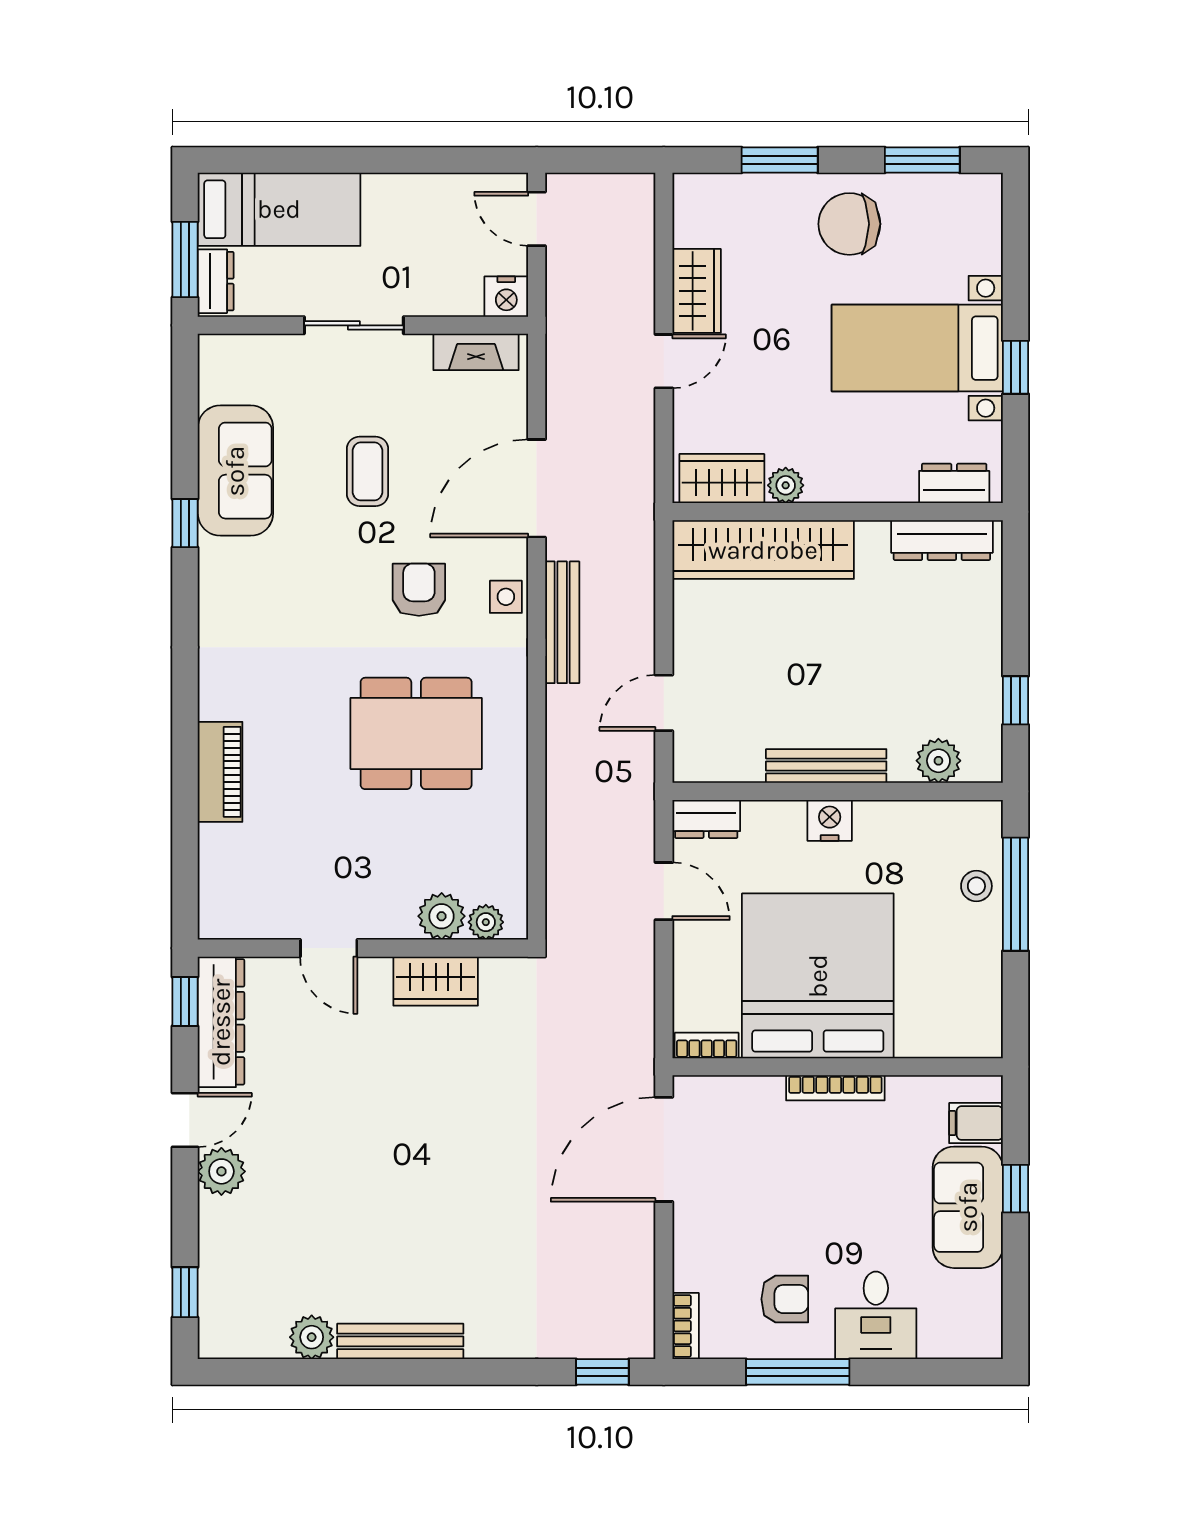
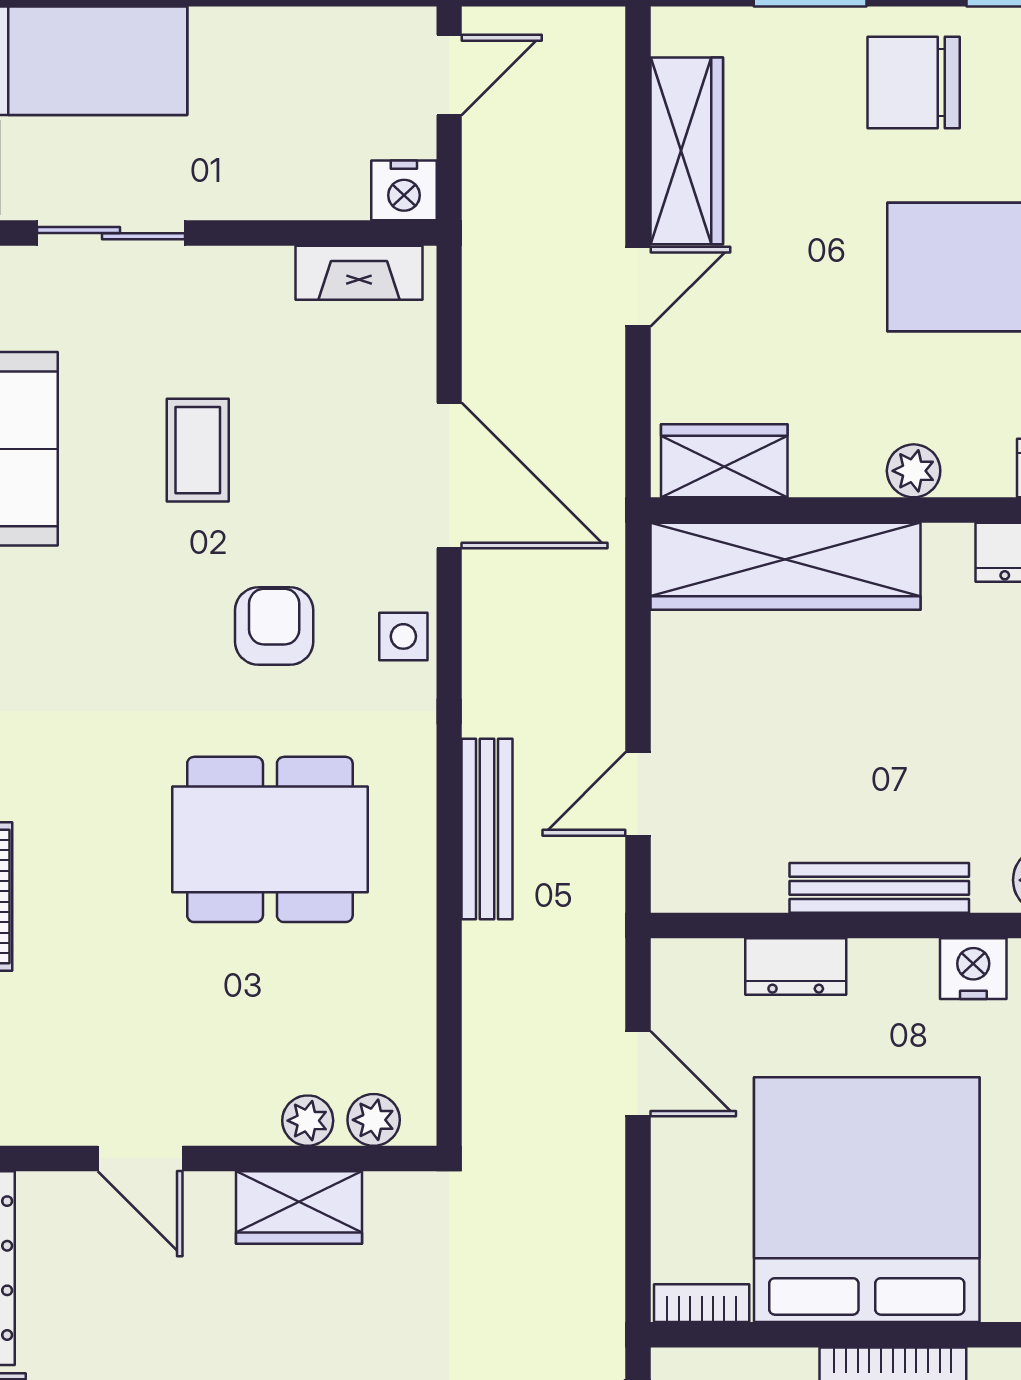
door: (537, 219) -> (449, 75), swing flipped
wardrobe: (697, 291) -> (687, 151), width x1.50
sliding door: (354, 325) -> (111, 233), moved
plant: (786, 485) -> (914, 471), moved
door: (537, 488) -> (449, 475), swing flipped
bench: (562, 622) -> (487, 829), moved
dresser: (706, 819) -> (796, 966), moved
nightstand: (830, 820) -> (973, 969), moved
plant: (442, 916) -> (308, 1121), width x0.73, depth x0.73

